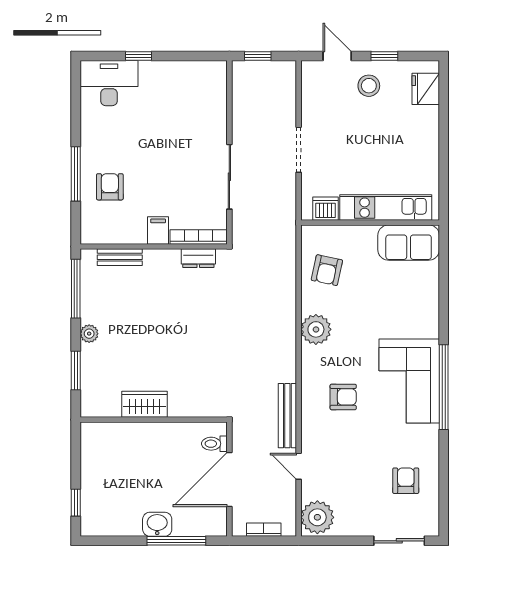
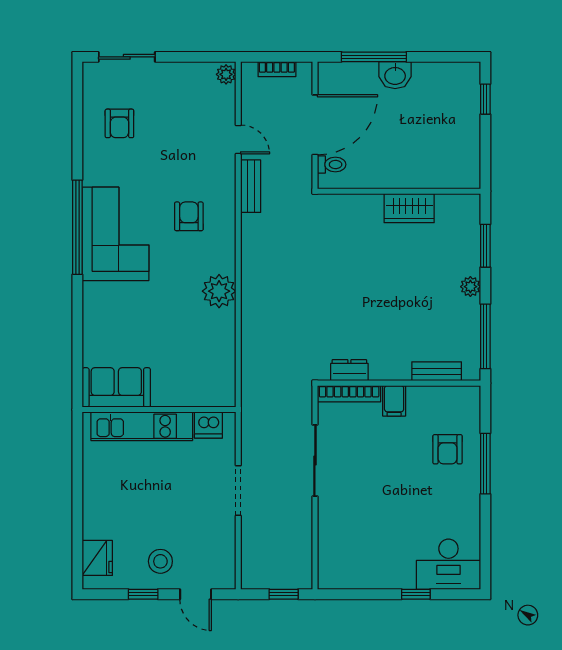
armchair: (327, 270) -> (207, 357), removed
armchair: (343, 397) -> (189, 216), turned 90
bench: (287, 416) -> (251, 186), width x0.73
plant: (317, 517) -> (226, 74), width x0.53, depth x0.53

